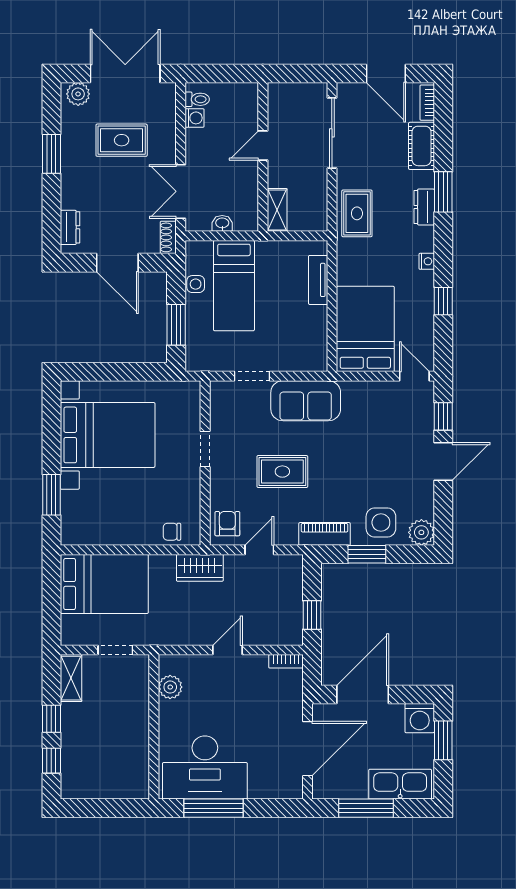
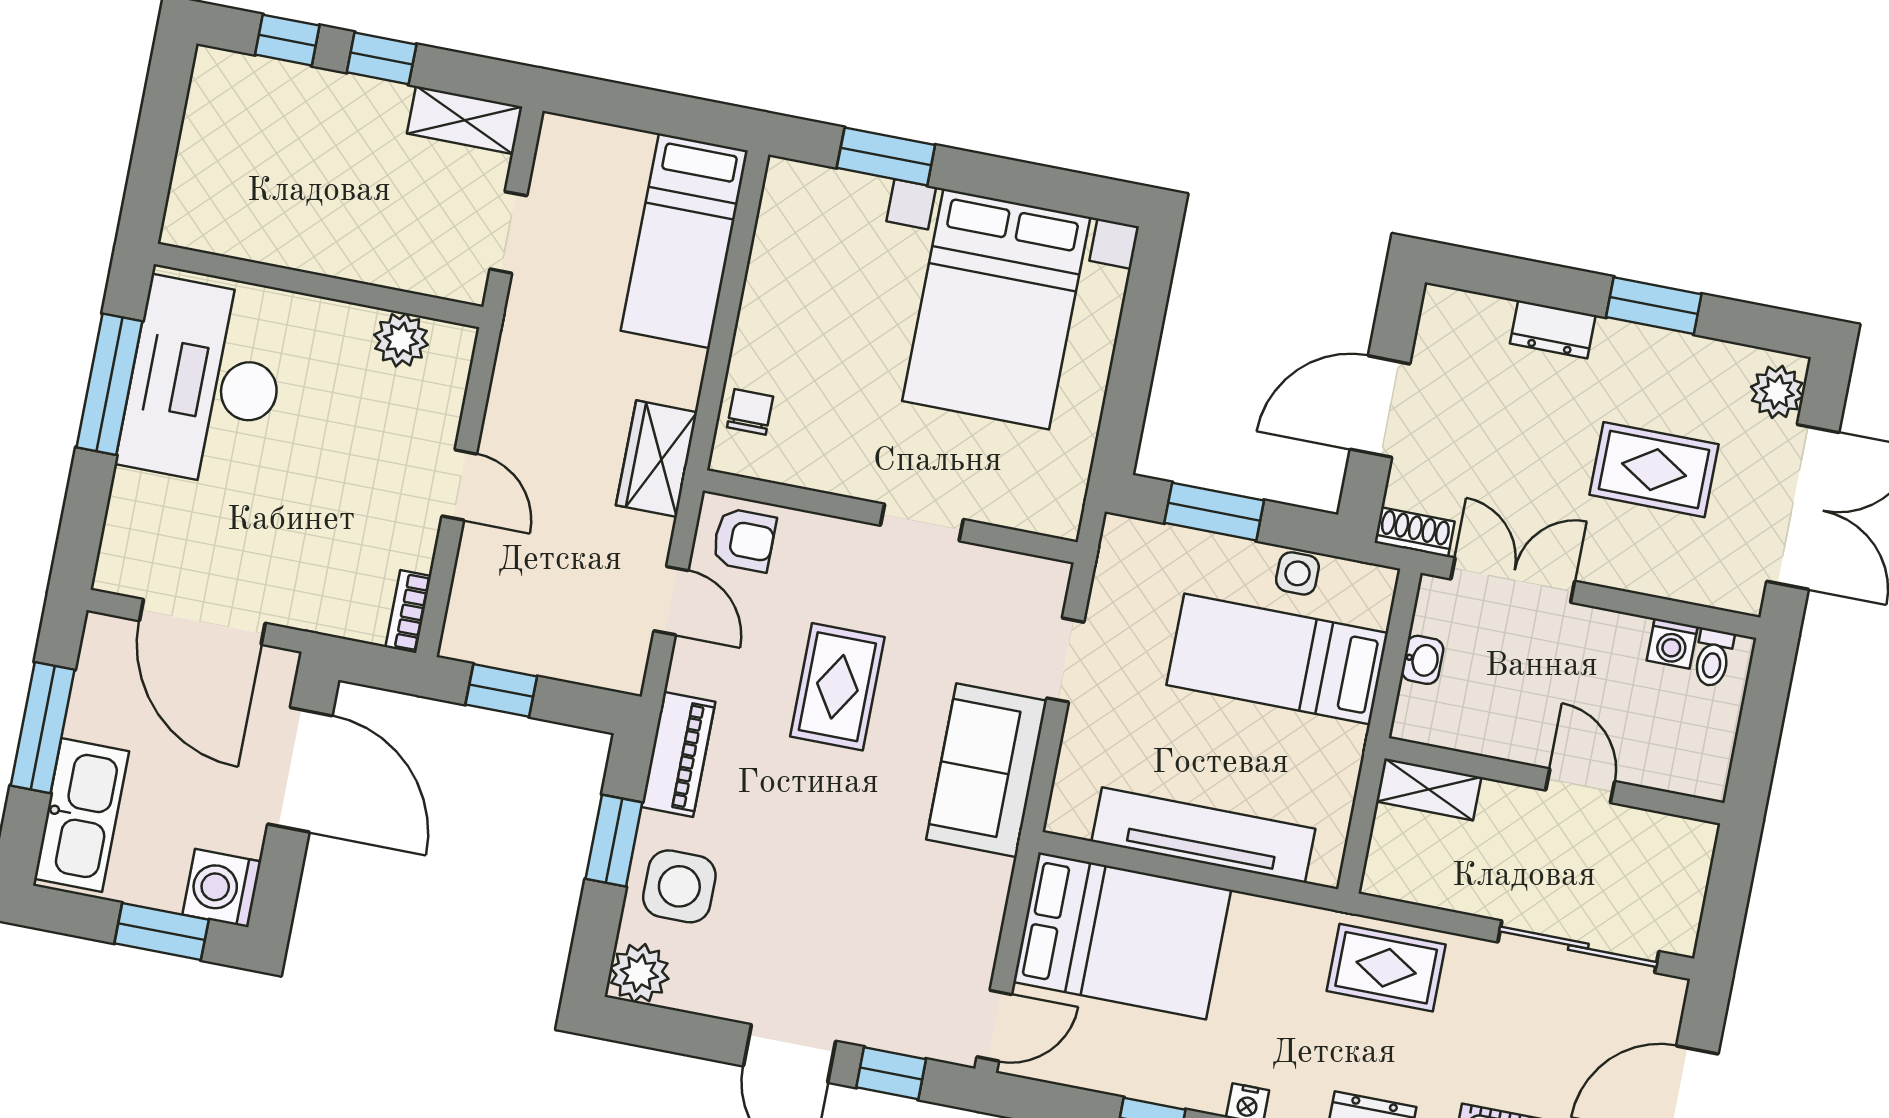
rug: (122, 140) -> (1654, 470), turned 90
dresser: (70, 227) -> (1553, 329), moved
tv unit: (318, 280) -> (1203, 835), width x1.92, depth x1.29
bed: (104, 584) -> (684, 241), width x0.67

